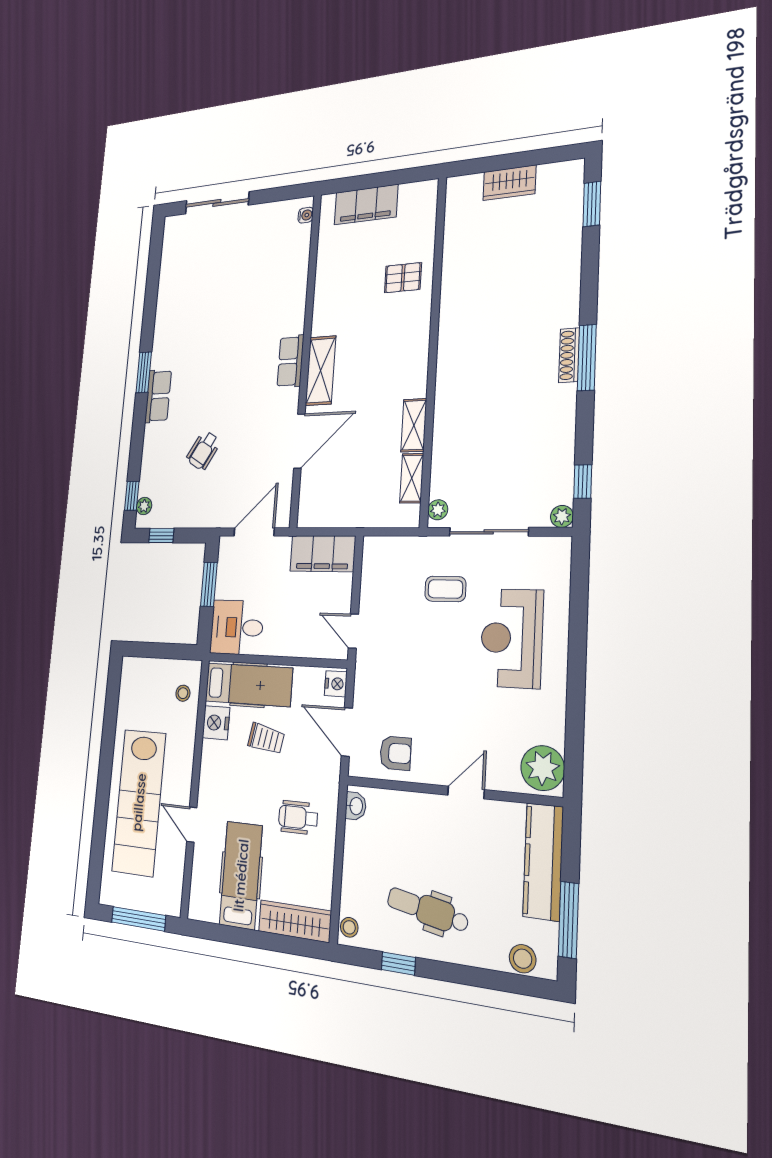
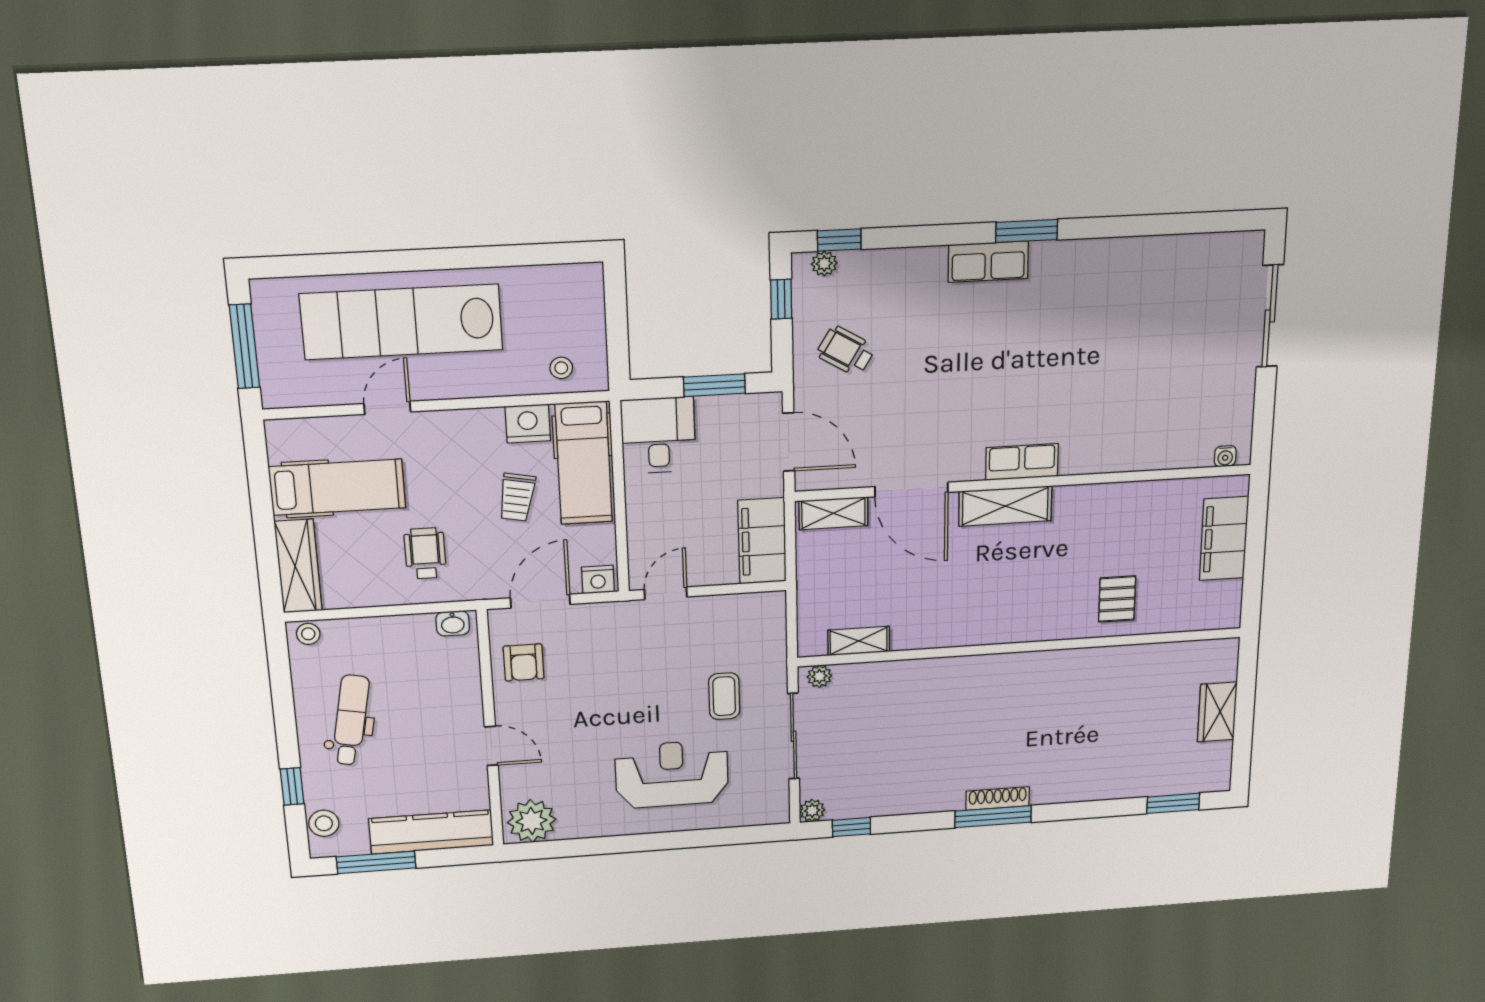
shelving: (414, 425) -> (833, 513), moved
wheelchair: (203, 450) -> (846, 351), moved
window: (398, 964) -> (292, 786), moved

